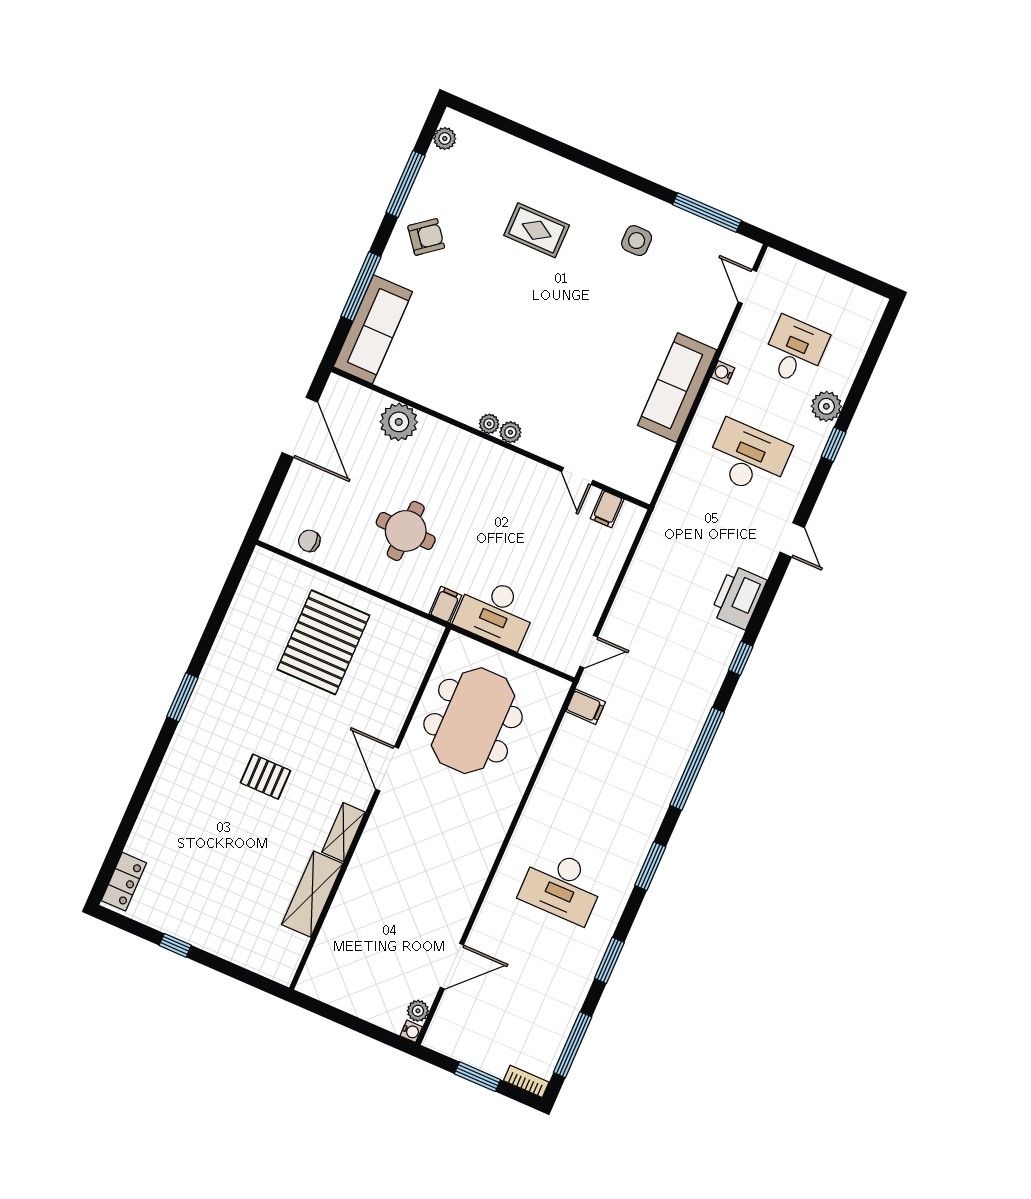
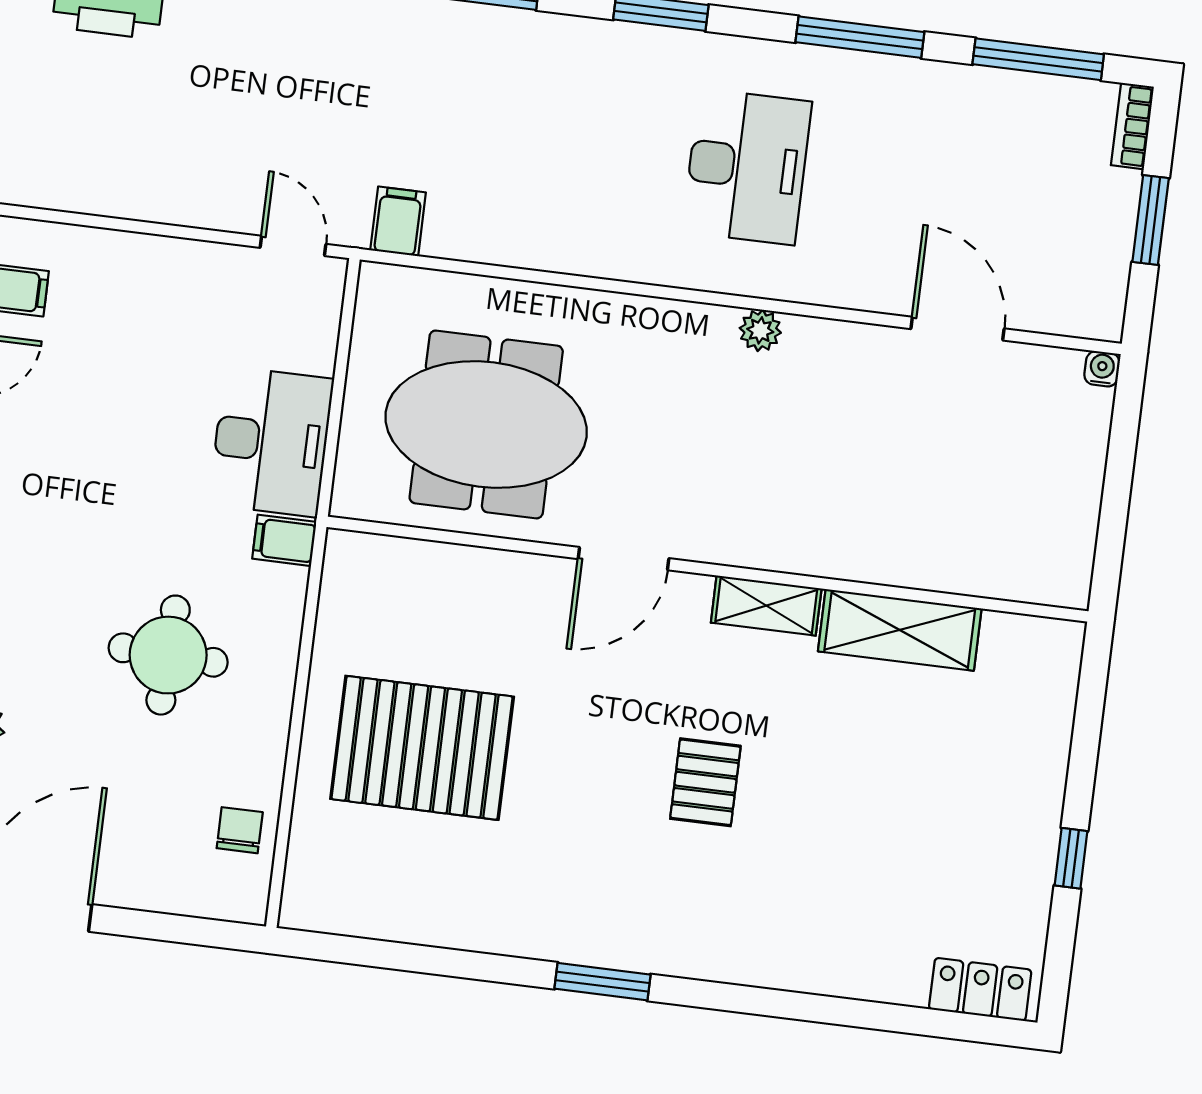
chair: (309, 541) -> (240, 830), turned 180
window: (609, 960) -> (860, 37), width x1.44
plant: (418, 1011) -> (760, 330), moved

